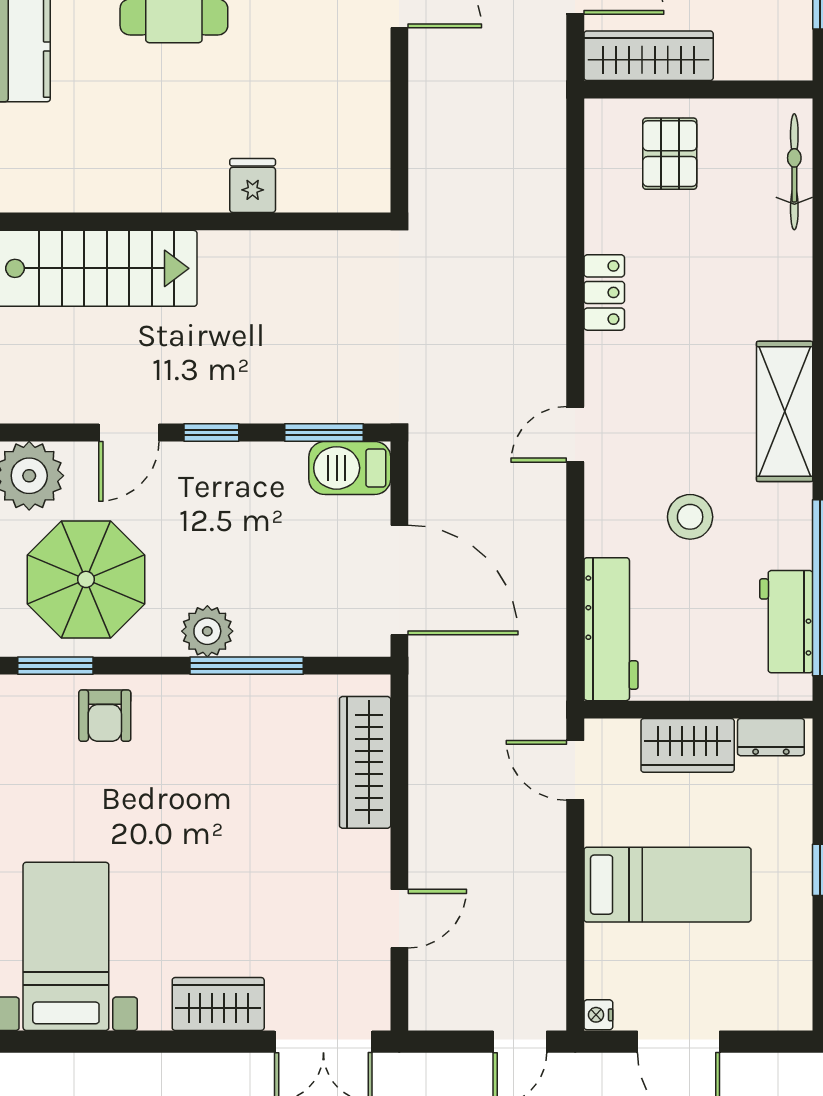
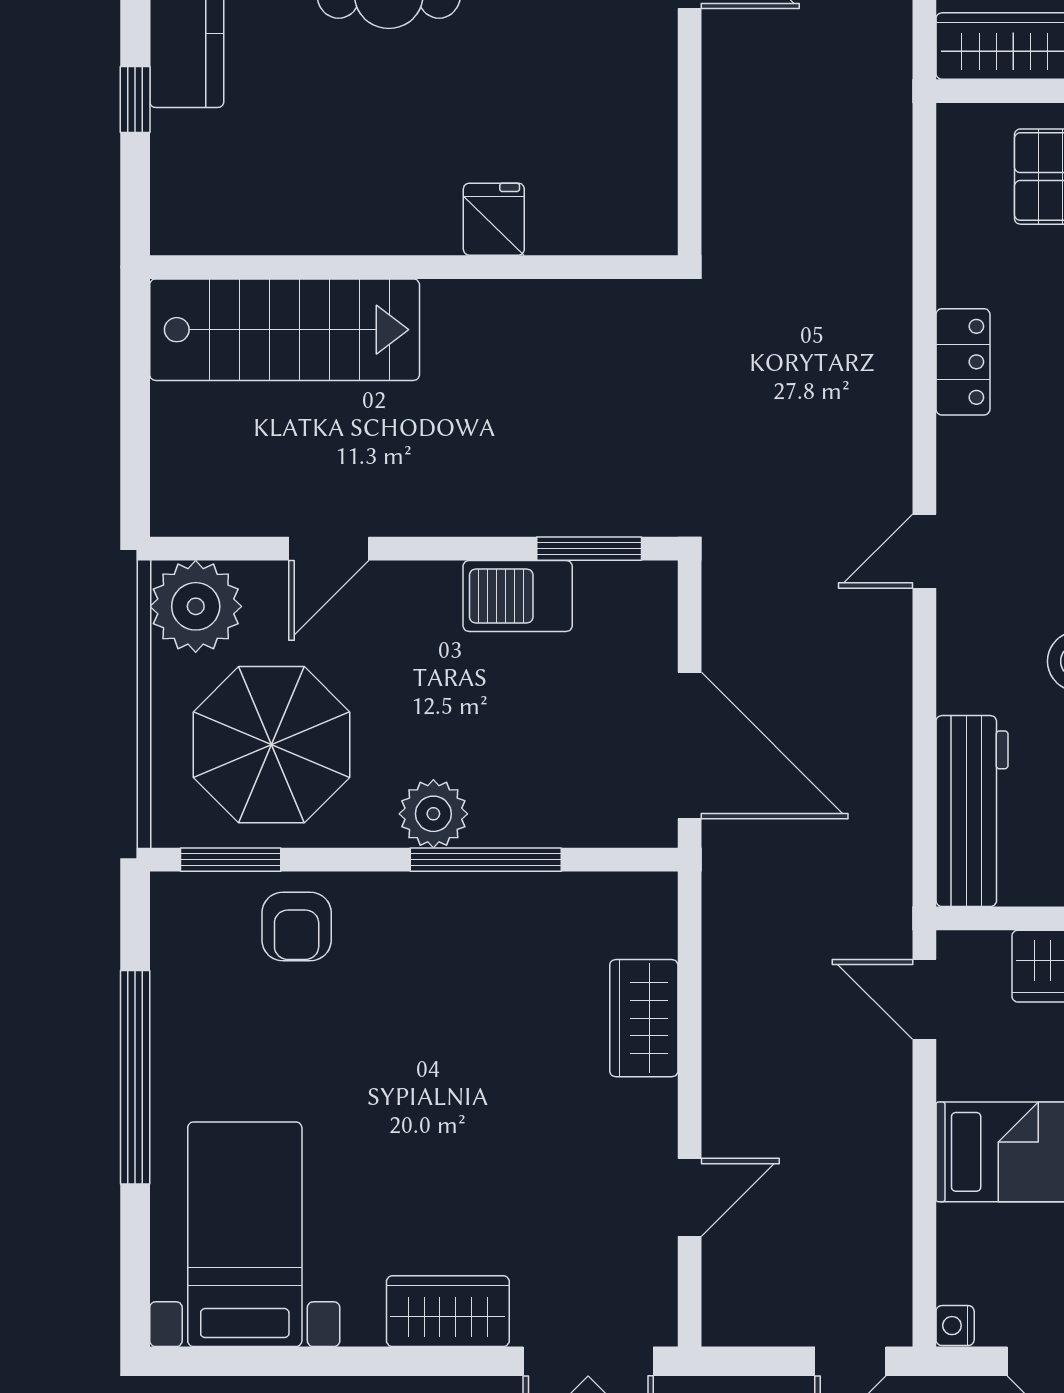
window: (211, 433) -> (439, 549), removed
barbecue: (350, 468) -> (518, 596), moved
wardrobe: (365, 762) -> (644, 1018), width x0.67

